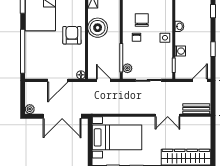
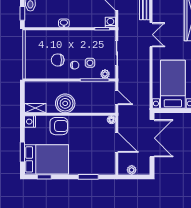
armchair: (72, 35) -> (59, 126), moved, turned 180
side table: (165, 38) -> (90, 63), moved
window: (23, 51) -> (88, 177), width x0.47
washing machine: (180, 51) -> (110, 22), moved
door: (103, 80) -> (117, 98), swing flipped
plant: (30, 109) -> (132, 170), moved

